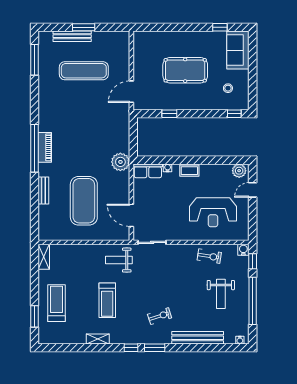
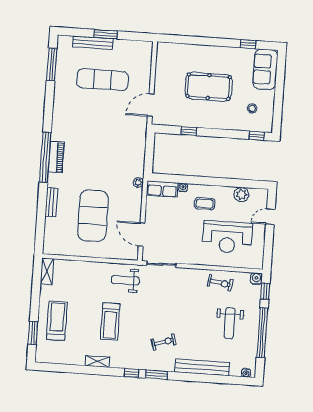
plant: (120, 162) -> (138, 182), width x0.53, depth x0.53
coffee table: (189, 171) -> (205, 204), moved
plant: (239, 171) -> (241, 194), moved

